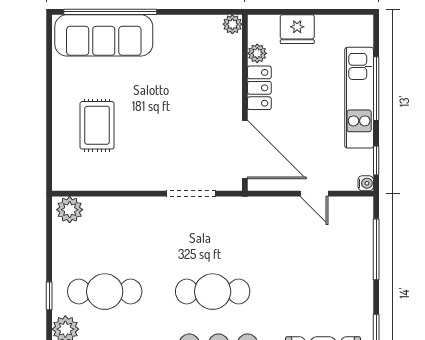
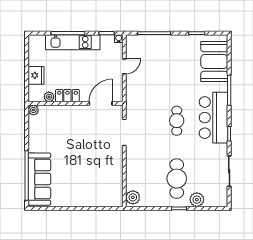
rug: (97, 125) -> (88, 183), removed
door: (245, 150) -> (101, 103), width x0.73
cafe table: (213, 292) -> (177, 121), width x0.73, depth x0.74

